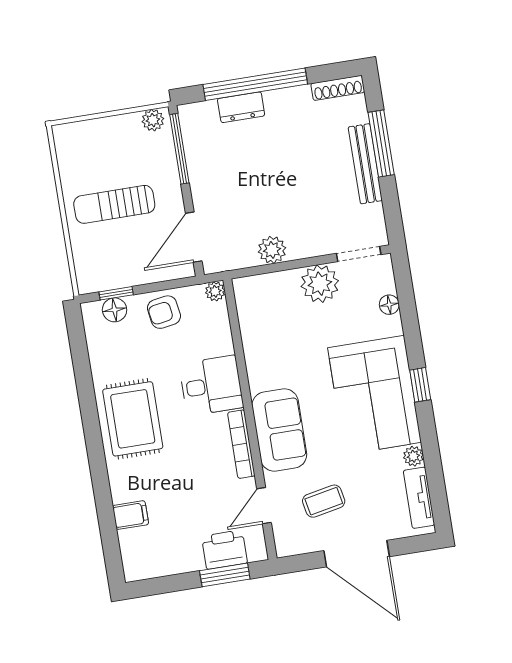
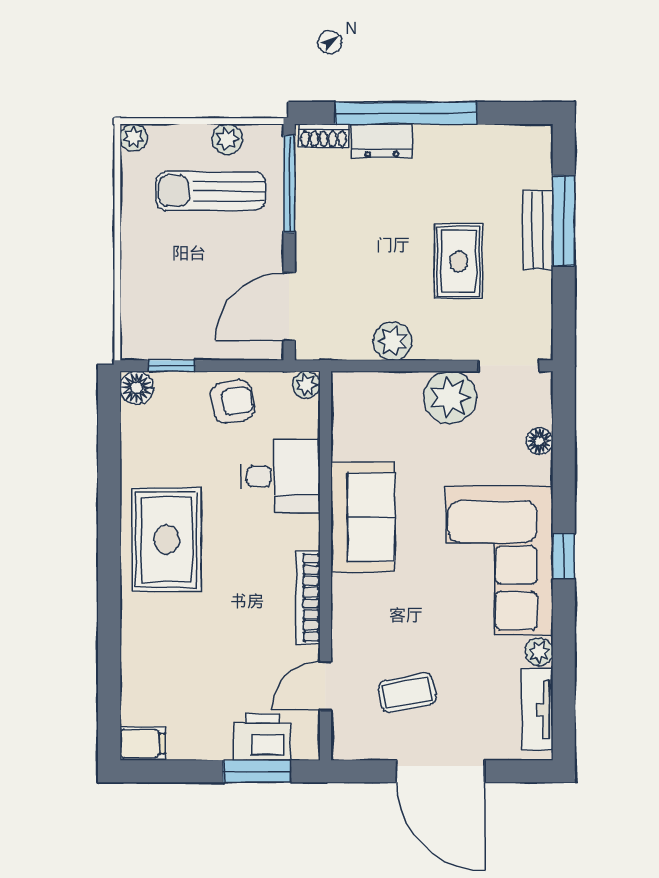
shoe rack: (338, 88) -> (324, 136), moved, width x0.70
plant: (153, 120) -> (227, 139), moved
plant: (62, 134) -> (134, 138), added
bench: (365, 164) -> (538, 230), width x0.73
rug: (310, 185) -> (459, 261), added
sun lounger: (114, 204) -> (211, 191), moved
floor lamp: (115, 310) -> (137, 388), moved
armchair: (164, 312) -> (232, 402), turned 180
desk: (211, 386) -> (280, 476), moved
sofa: (279, 430) -> (363, 517), moved
filing cabinet: (131, 515) -> (143, 743), moved

